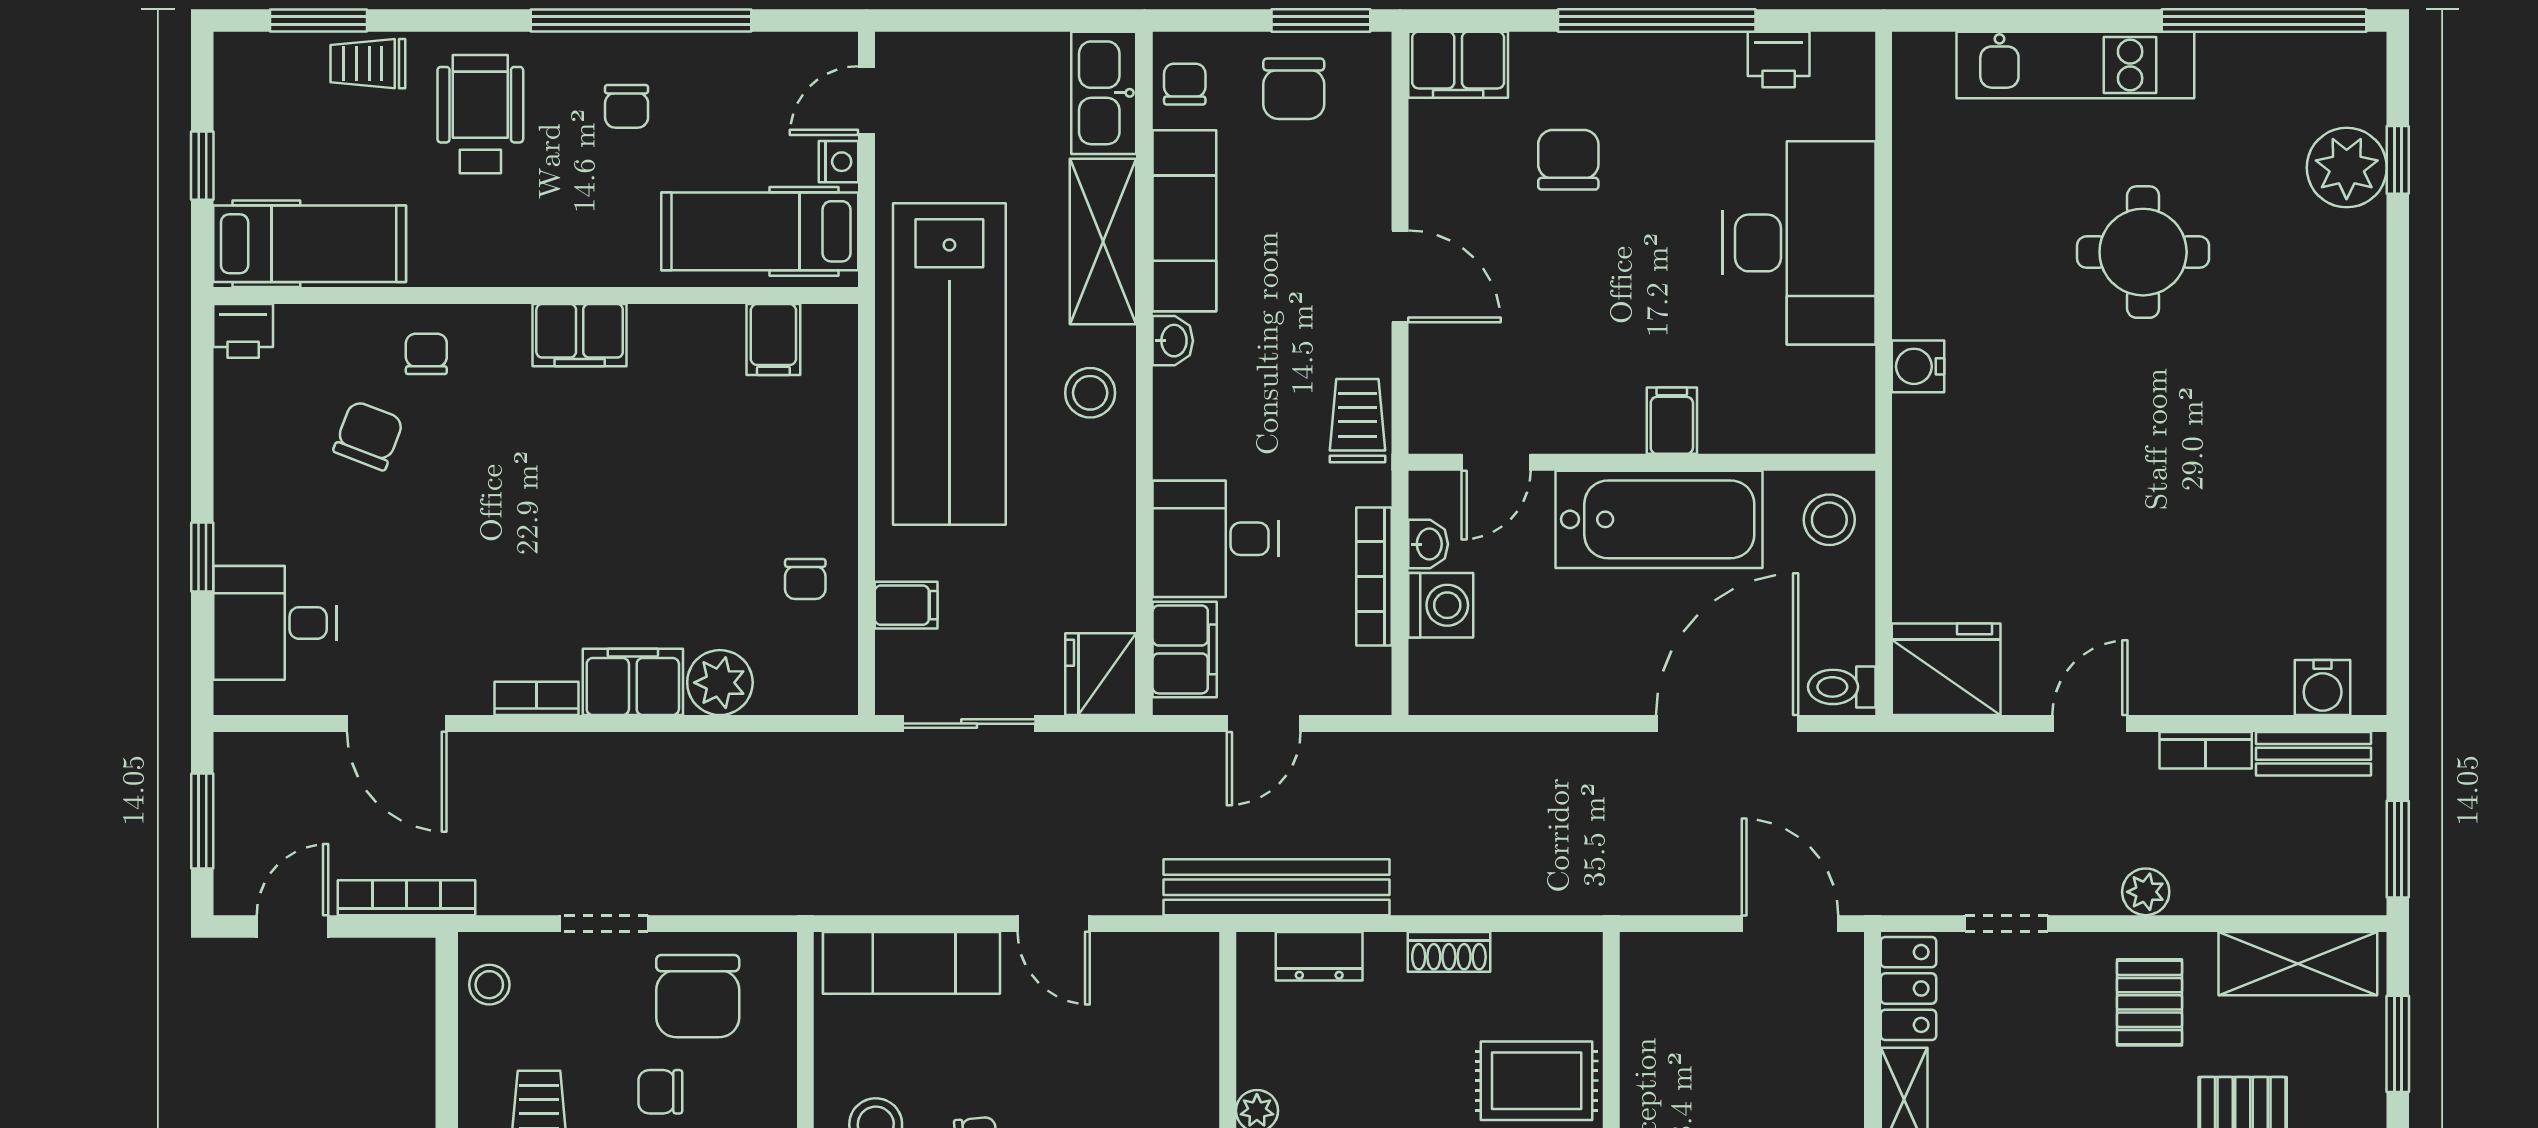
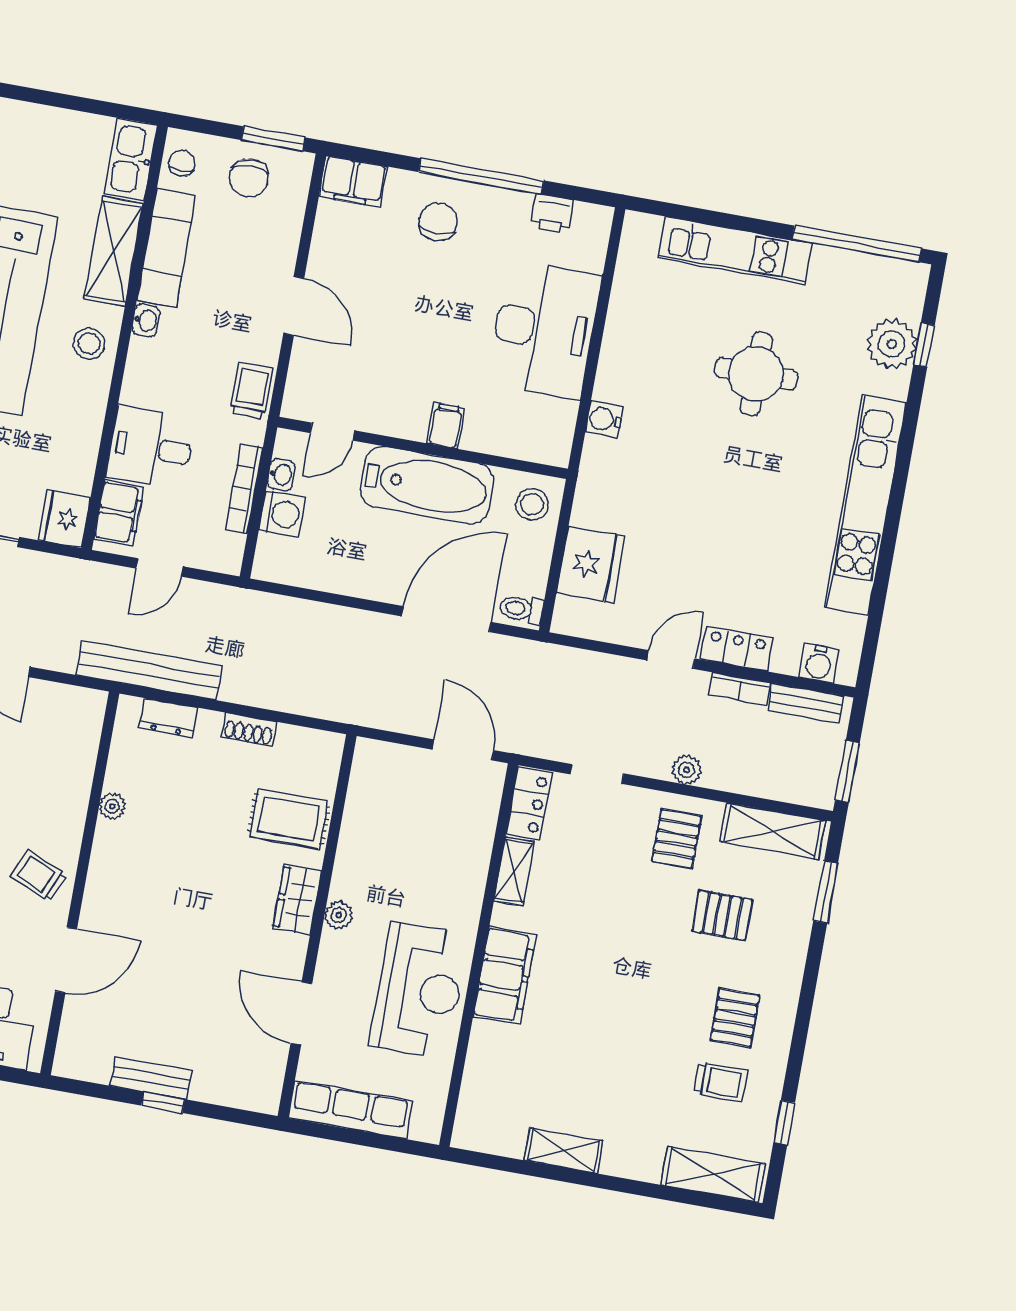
chair: (1568, 160) -> (438, 222), moved
kitchen unit: (2351, 427) -> (865, 505), added
fridge: (1946, 669) -> (591, 565), moved, turned 90
locker: (2190, 688) -> (737, 649), added

